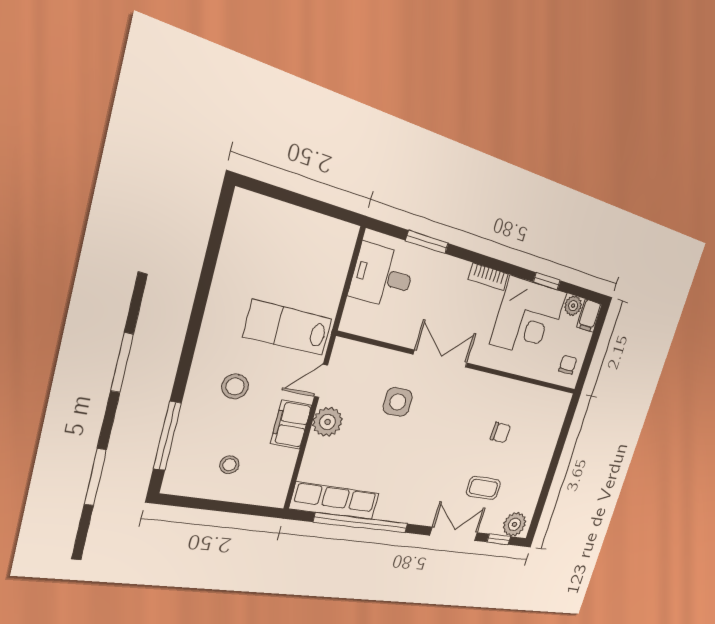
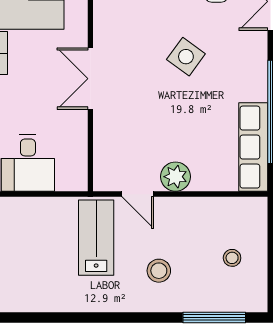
lab bench: (288, 328) -> (96, 238), turned 180
side table: (398, 402) -> (186, 57), moved, turned 36
filing cabinet: (291, 424) -> (184, 211), removed

